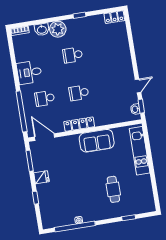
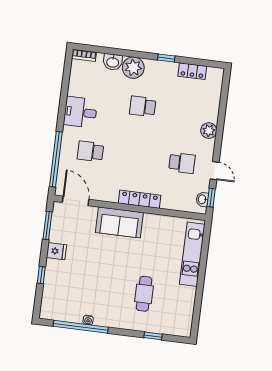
locker: (114, 17) -> (192, 71), moved
plant: (125, 58) -> (209, 131), added
door: (138, 86) -> (215, 171), hinge flipped
school desk: (79, 93) -> (182, 163), moved, turned 180
locker: (79, 124) -> (140, 199), moved
sofa: (97, 141) -> (119, 222), moved

